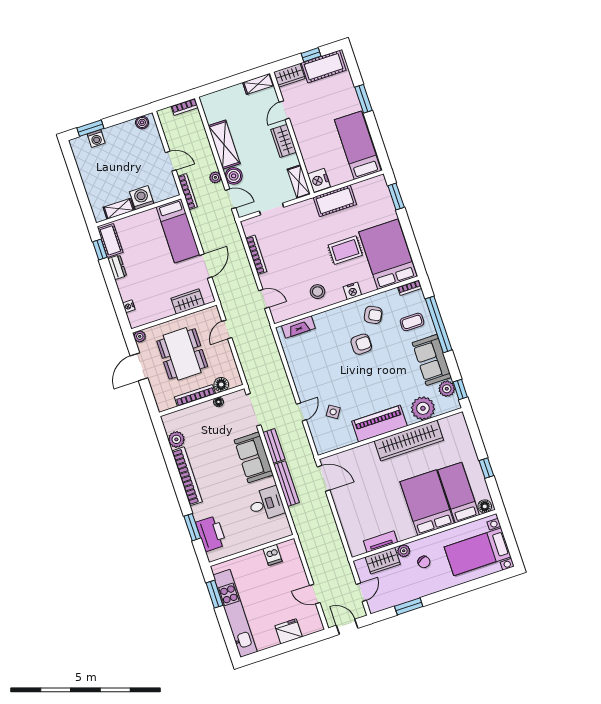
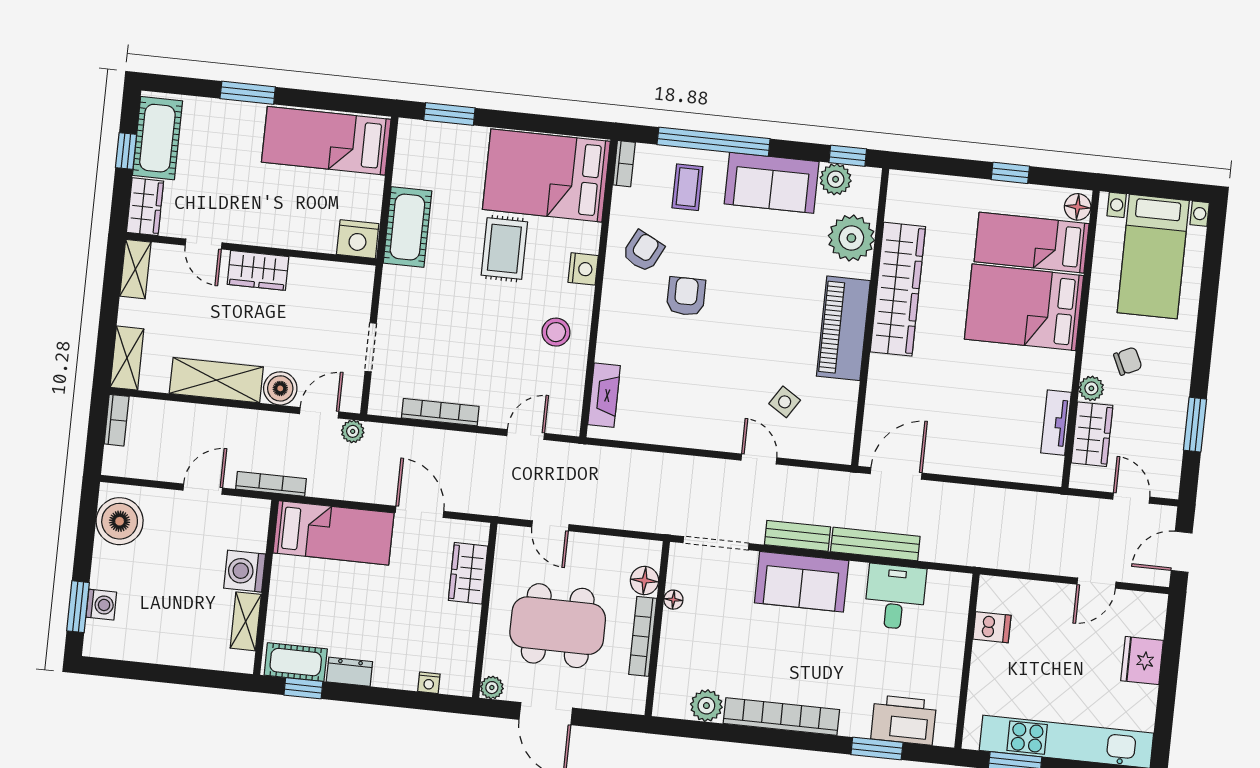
boiler: (142, 122) -> (120, 521), width x1.86, depth x1.86
plant: (215, 177) -> (353, 431), moved
shelving: (299, 182) -> (127, 358), moved, turned 90

